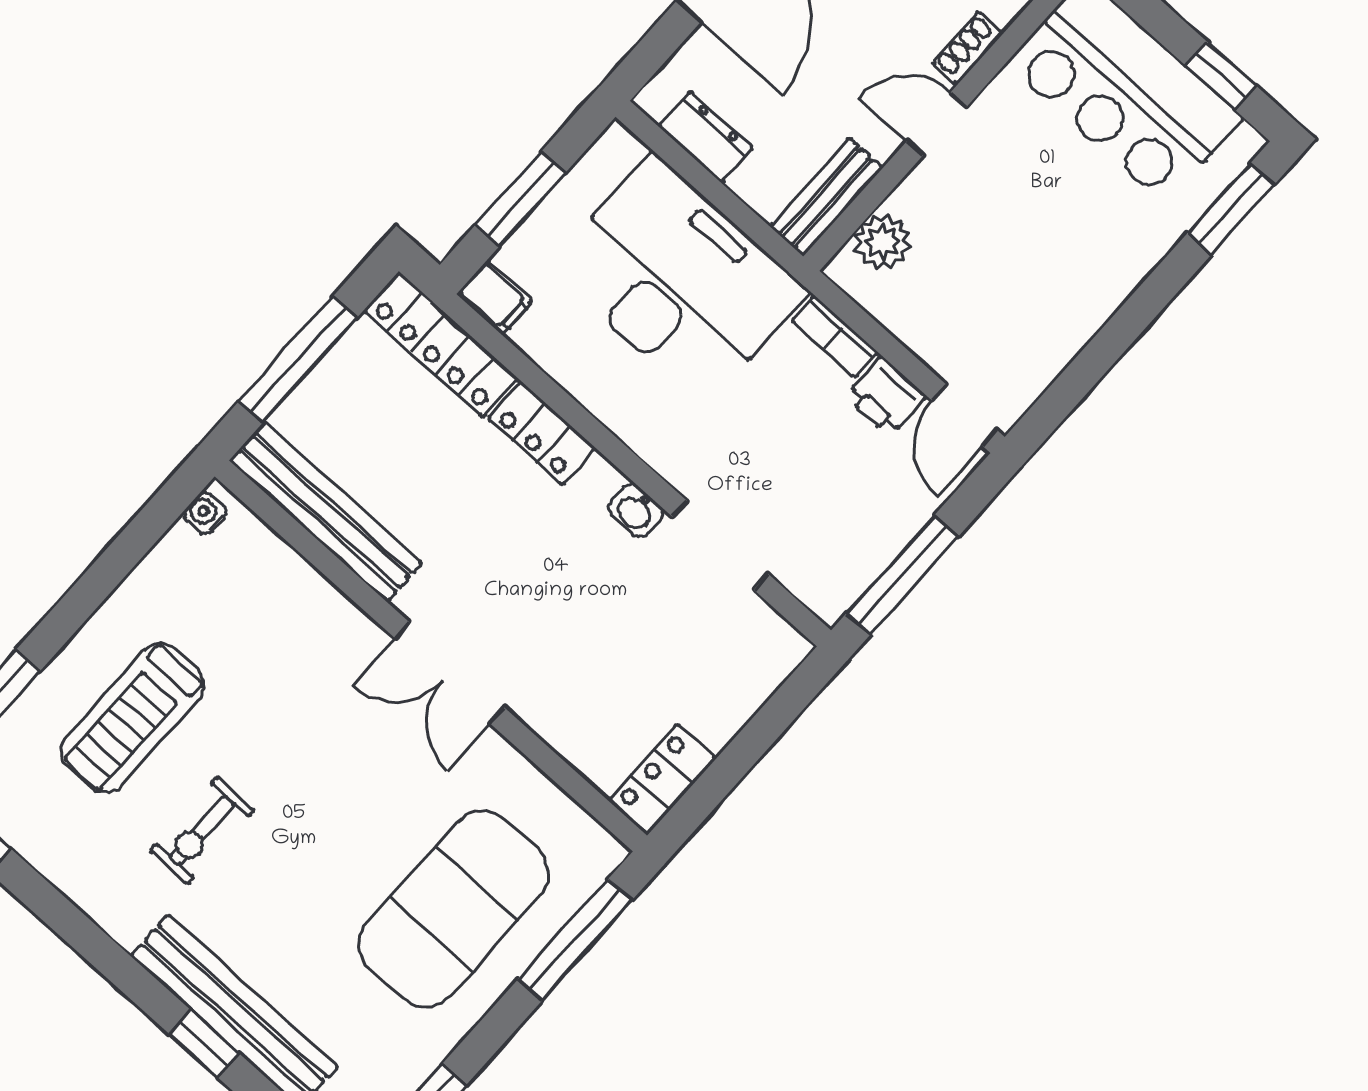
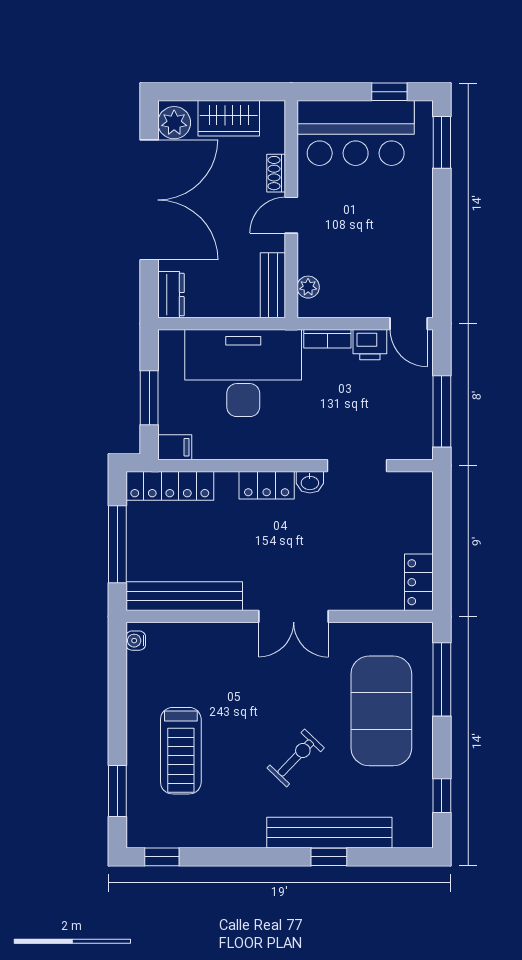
dresser: (706, 137) -> (171, 295), moved, turned 90
plant: (883, 242) -> (308, 287), width x0.73, depth x0.73
locker: (542, 433) -> (267, 485), moved
exercise bike: (202, 831) -> (296, 758), moved, turned -136

